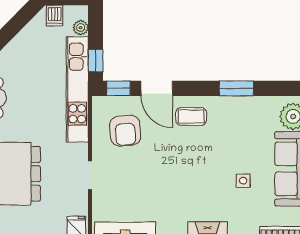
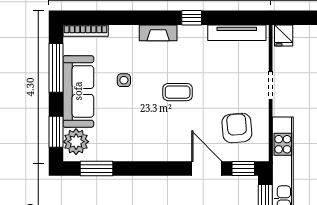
window: (236, 88) -> (97, 169), moved
coffee table: (191, 117) -> (178, 92), moved

